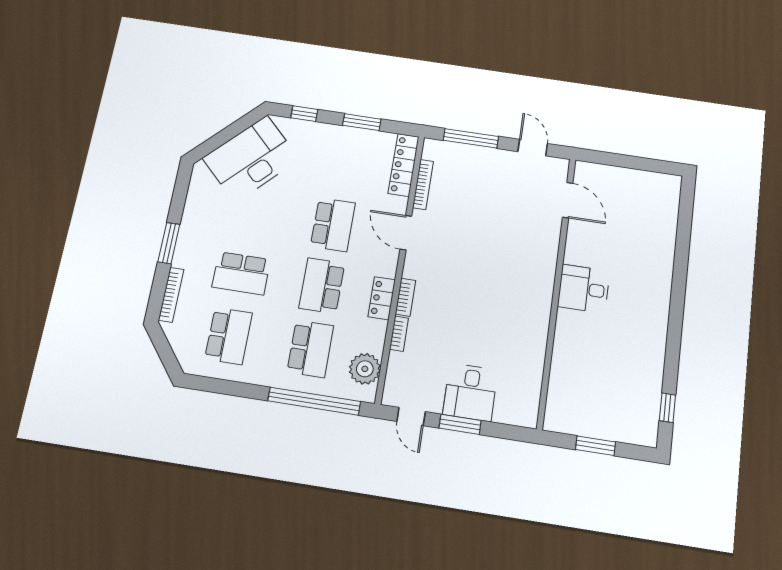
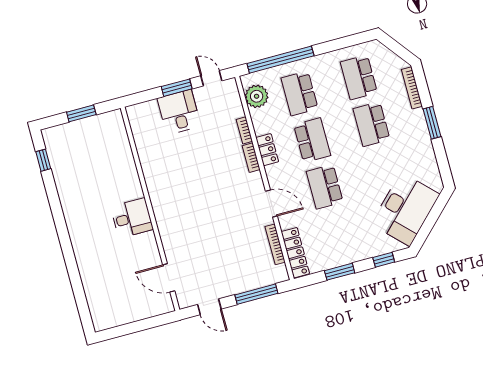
school desk: (241, 273) -> (371, 124), turned -90

